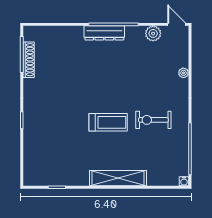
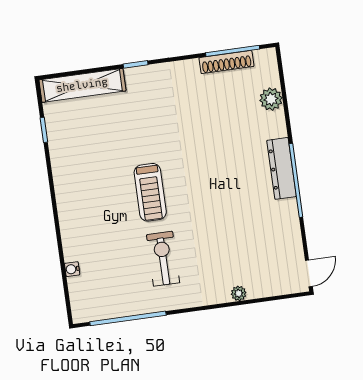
plant: (153, 33) -> (271, 99), moved
shelving: (118, 178) -> (82, 85), moved, turned 90
water cooler: (184, 181) -> (72, 269), moved

